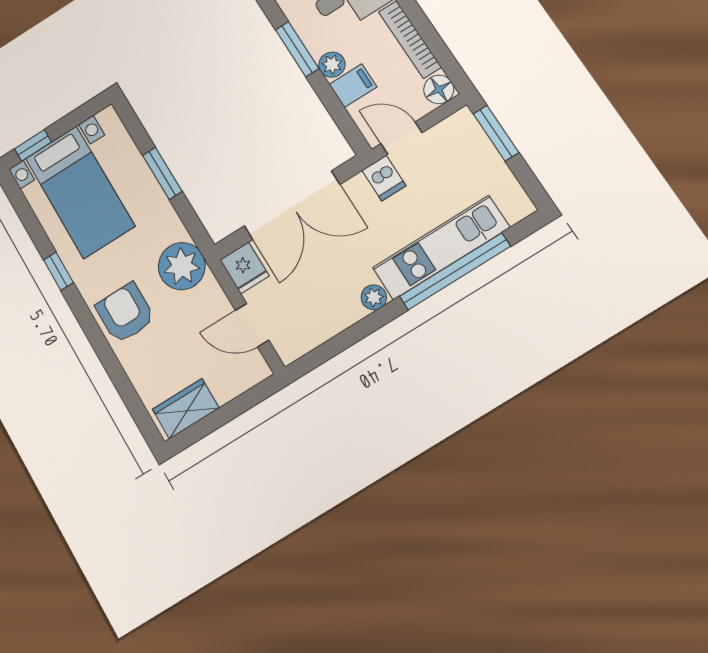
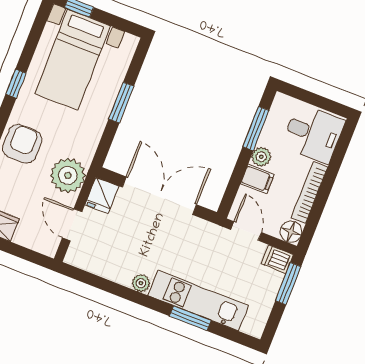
dishwasher: (384, 178) -> (277, 259), moved, turned 90
double door: (292, 205) -> (159, 196), swing flipped
plant: (182, 266) -> (68, 175), moved
window: (455, 271) -> (190, 318), width x0.47

